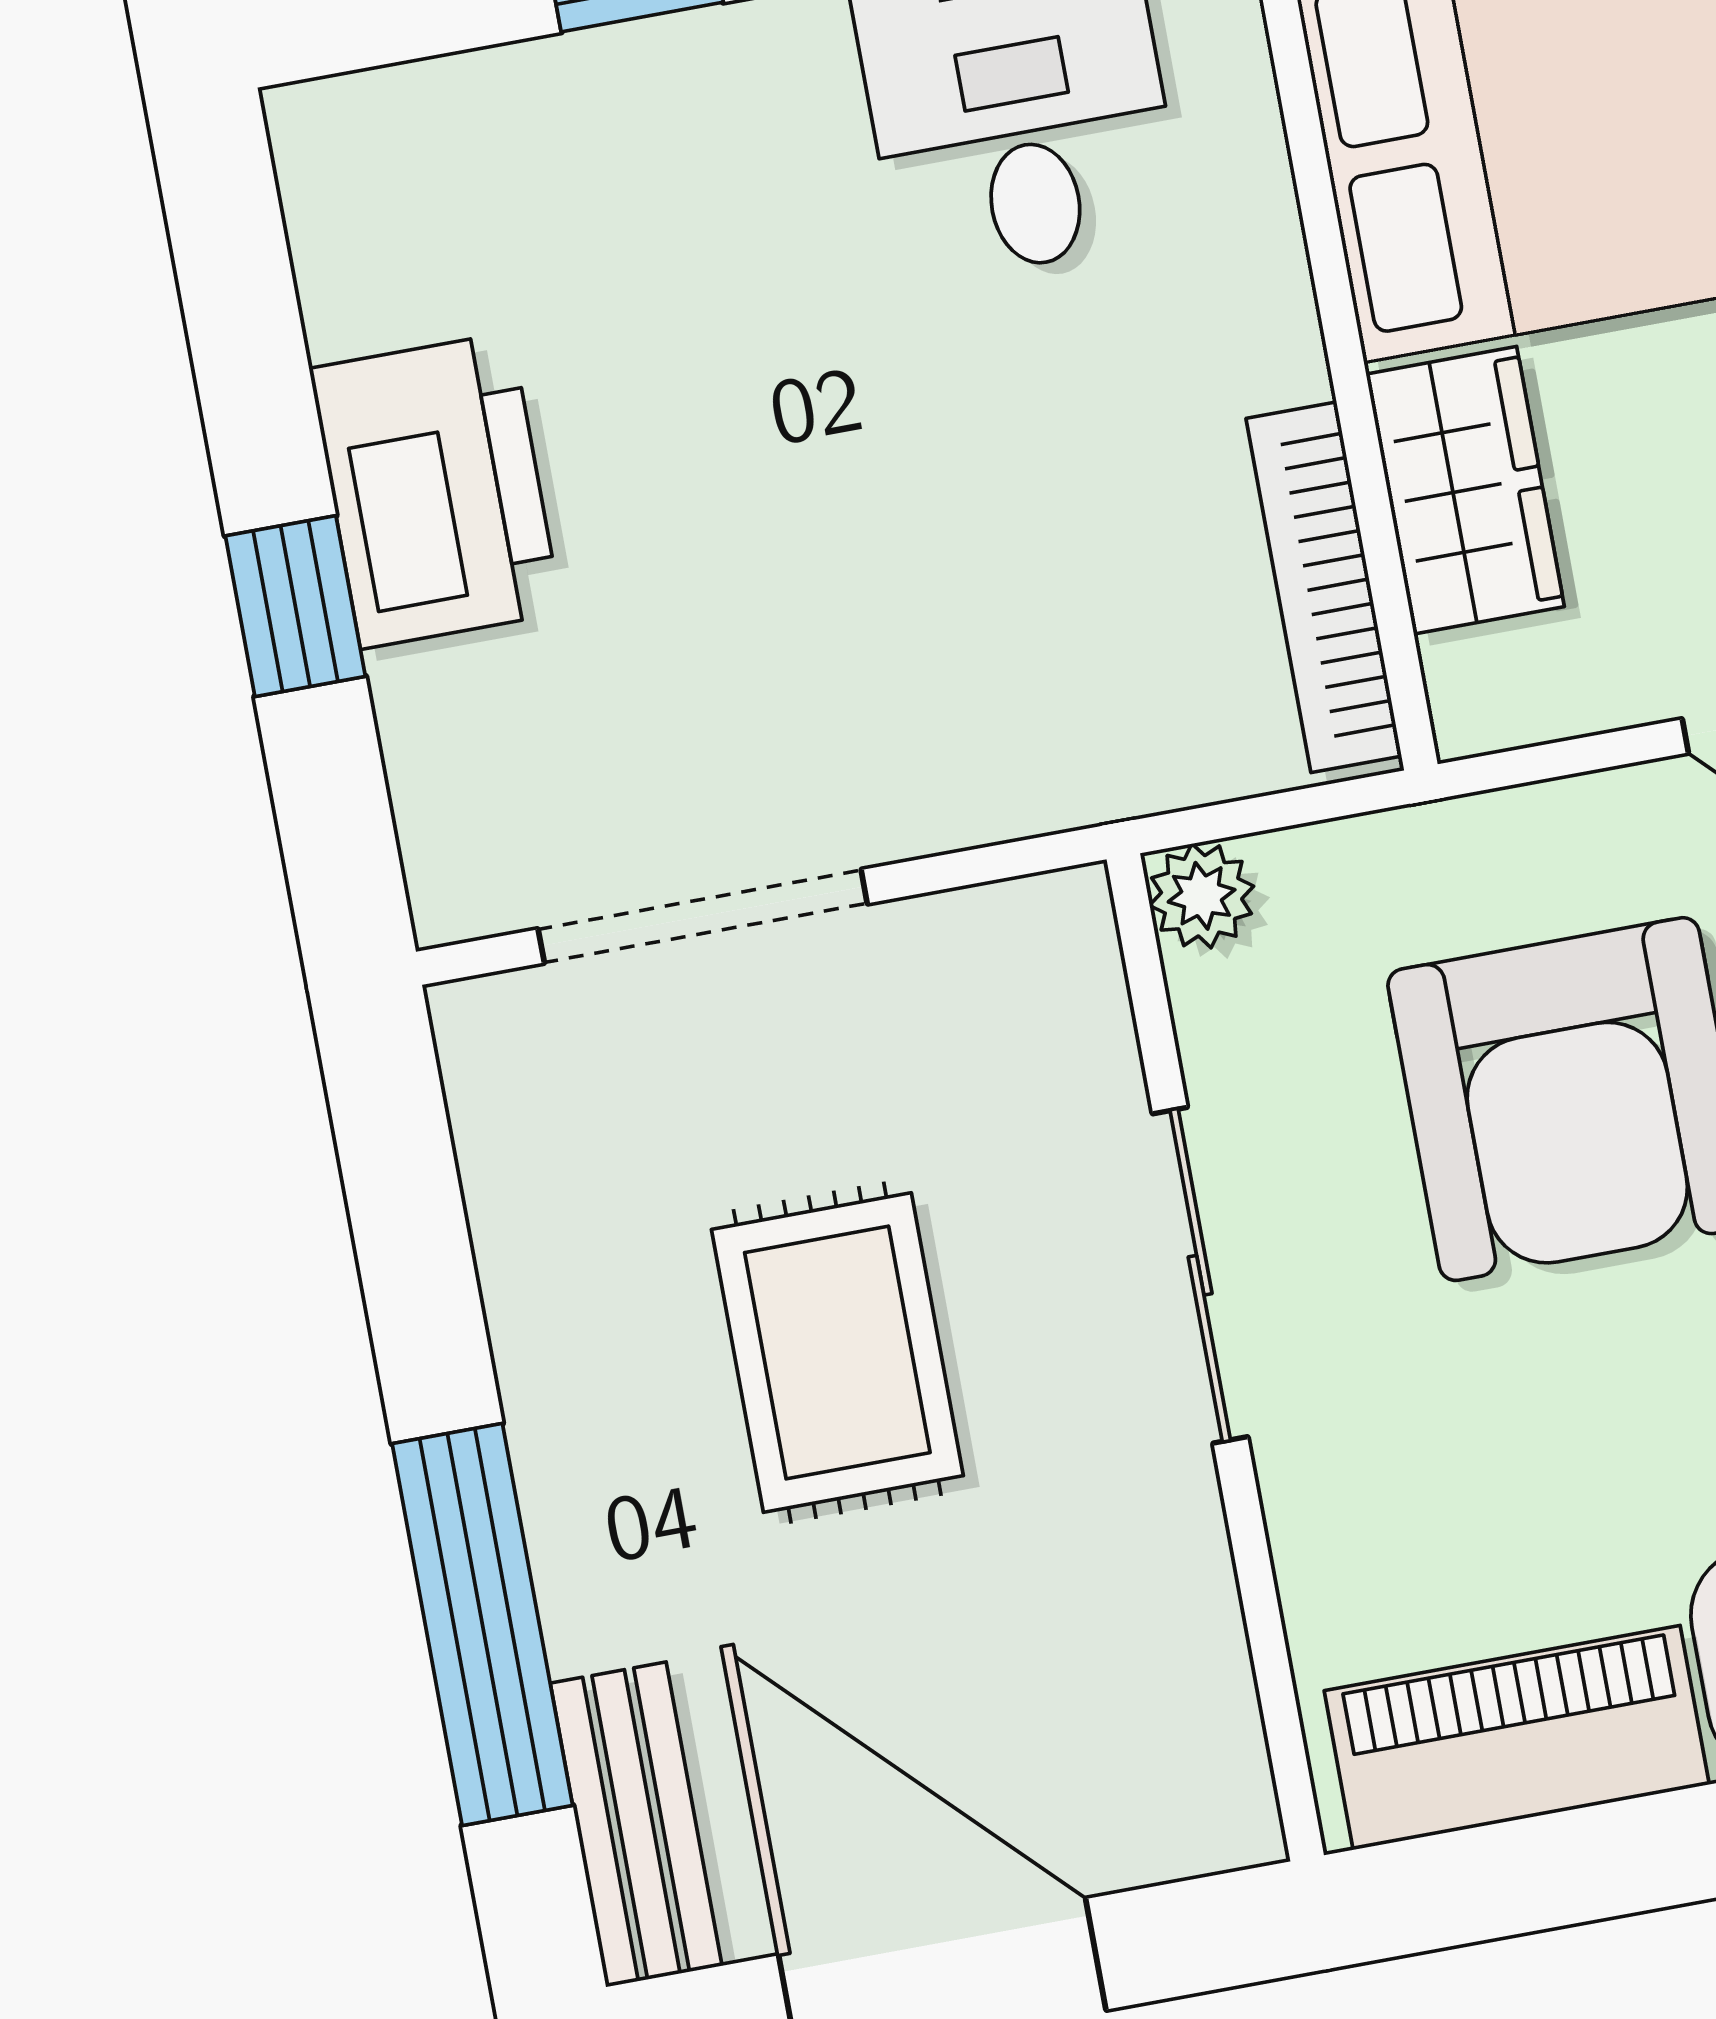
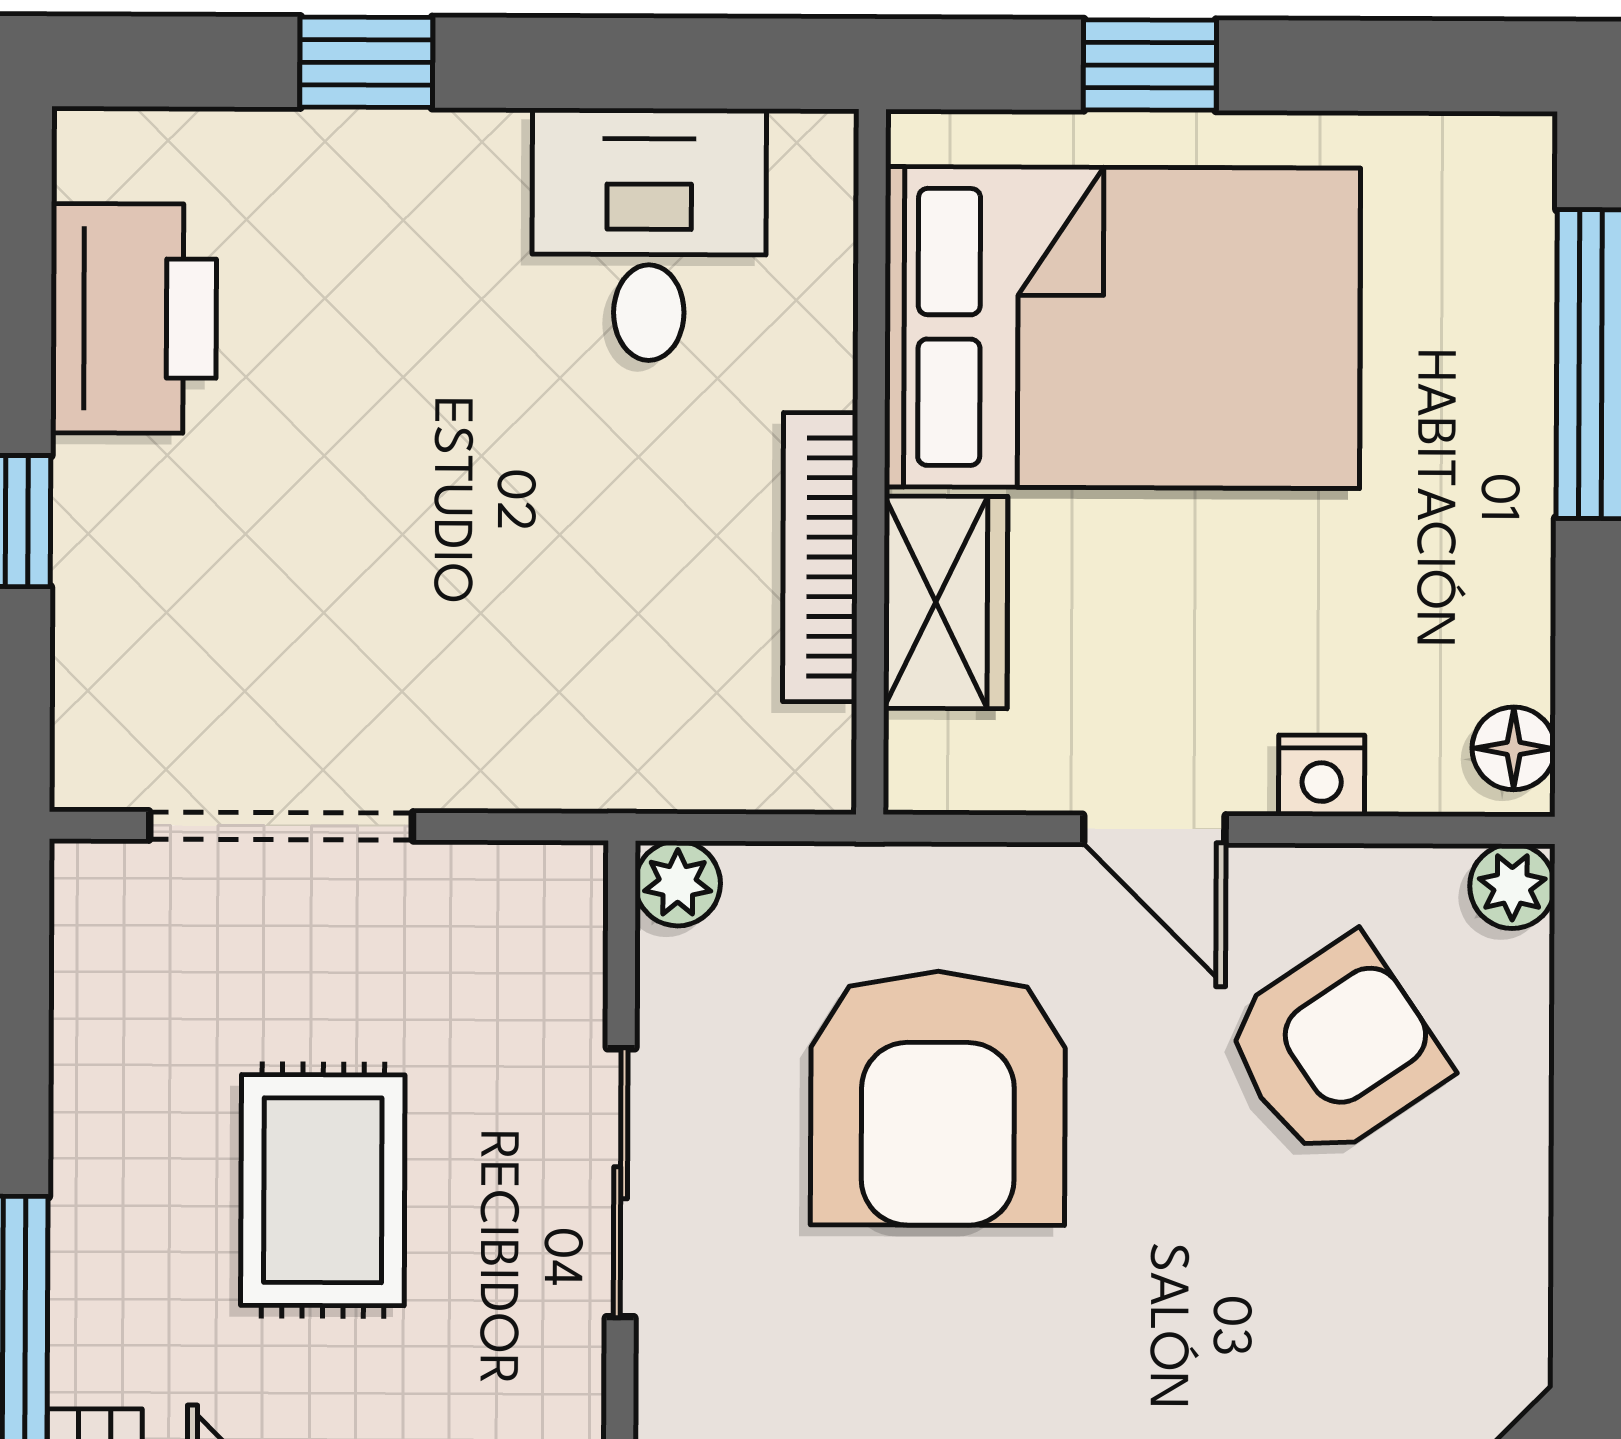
printer: (436, 491) -> (134, 318), moved
bookcase: (1324, 587) -> (820, 557), moved

